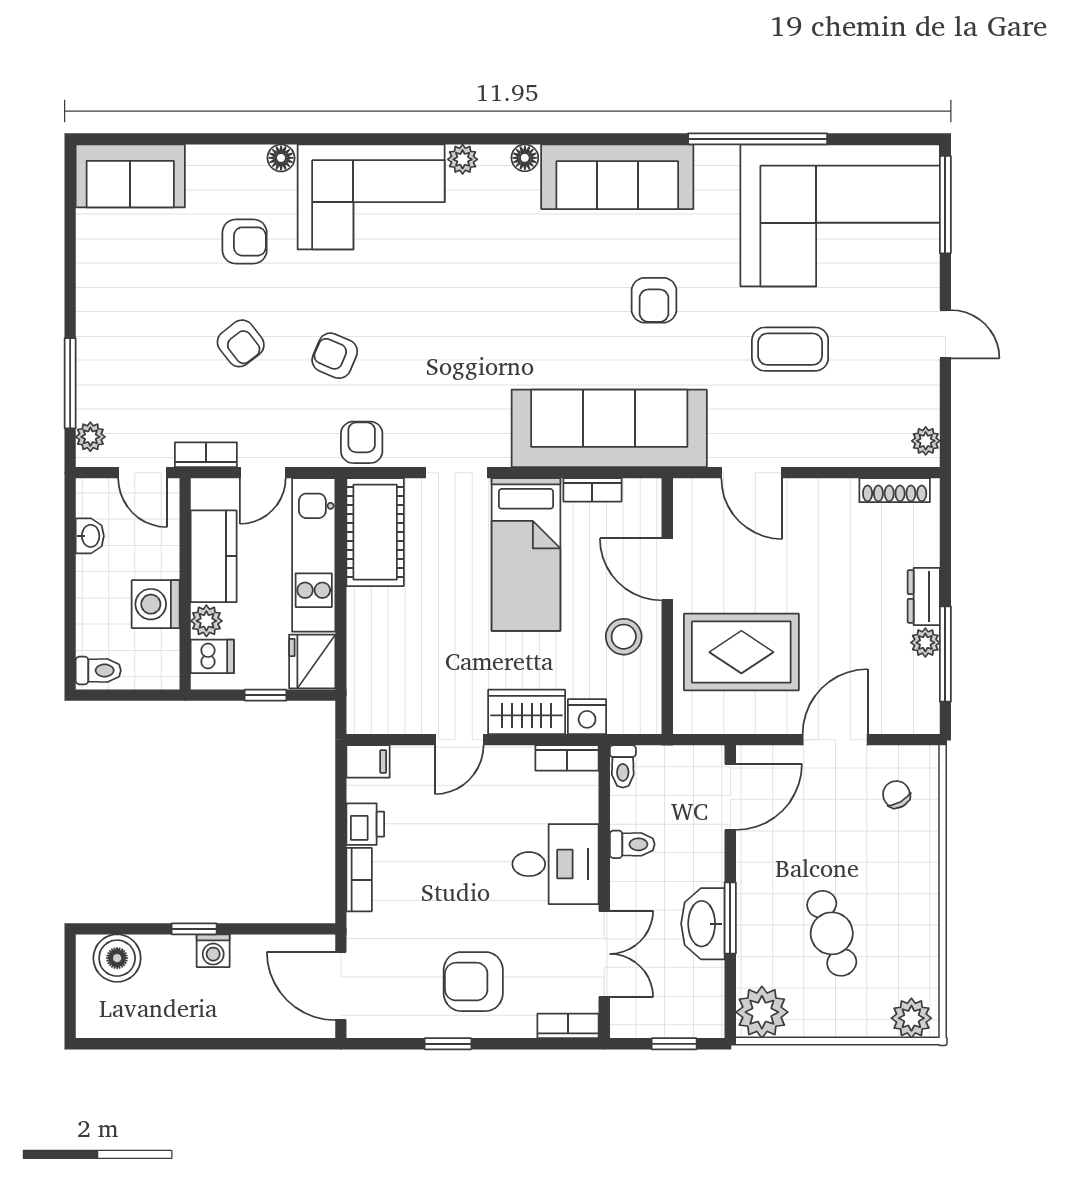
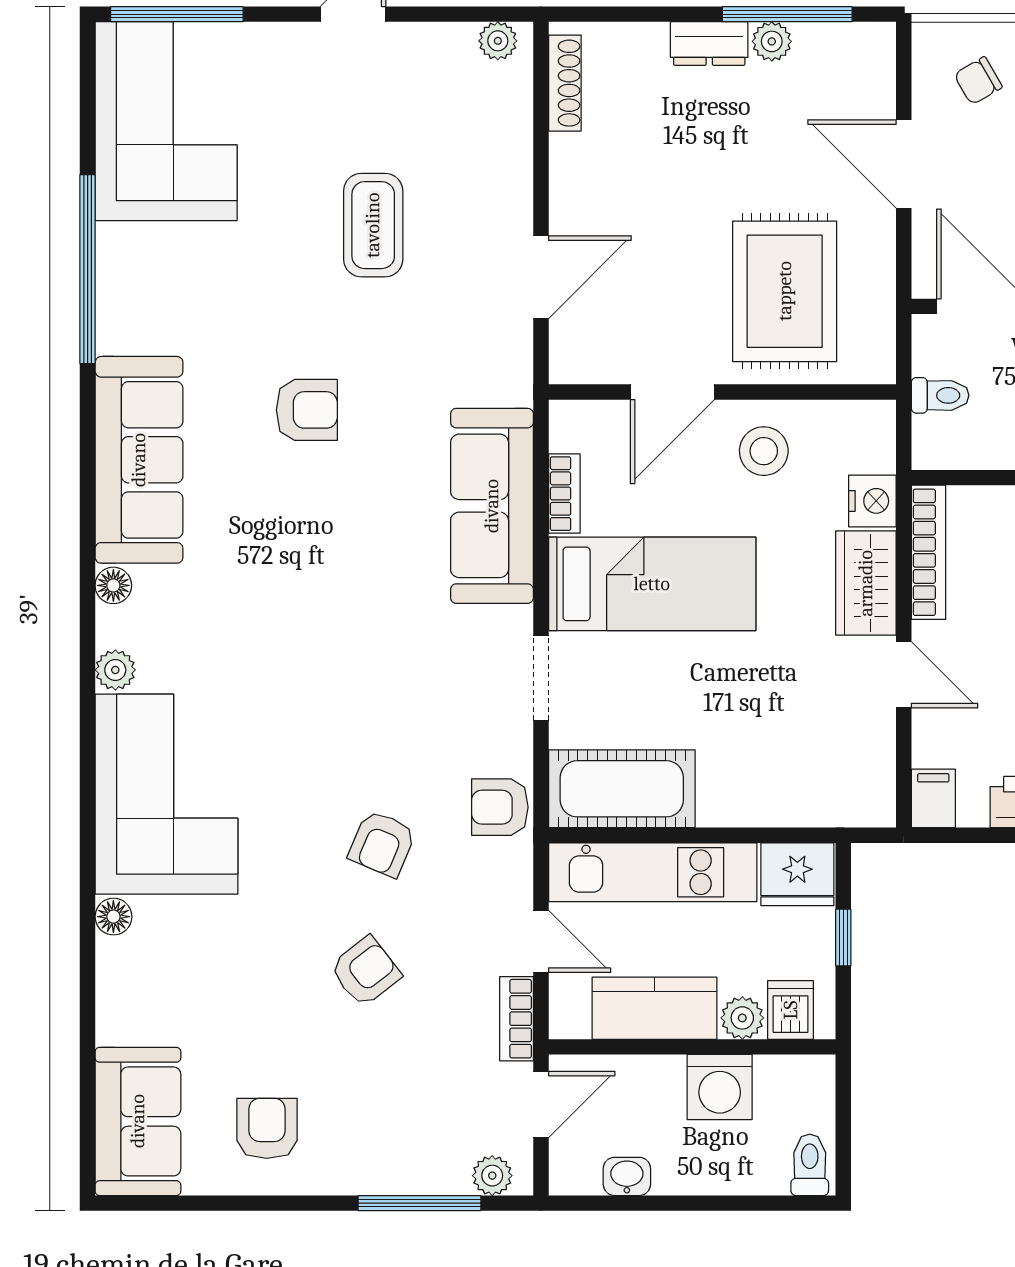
corner sofa: (840, 215) -> (166, 121), width x0.73, depth x0.74
armchair: (245, 241) -> (267, 1128), moved
sofa: (609, 428) -> (492, 506), width x0.74, depth x0.79
bookcase: (567, 758) -> (928, 552), width x1.56
toilet: (623, 766) -> (940, 395), moved

